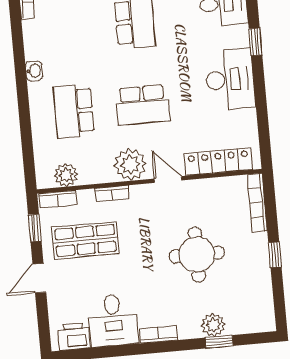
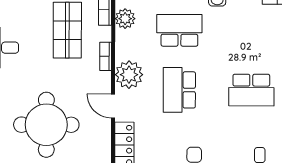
door: (168, 179) -> (113, 106), swing flipped
round table: (197, 254) -> (46, 125), width x1.36, depth x1.36

